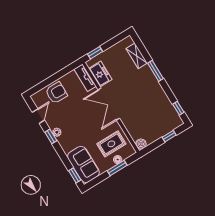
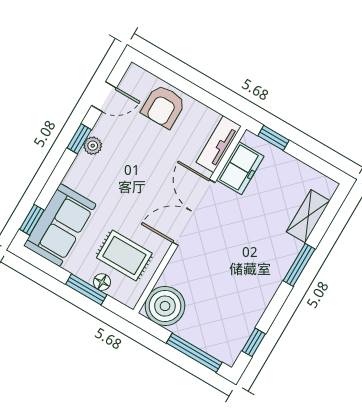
armchair: (56, 93) -> (163, 106), turned 89
window: (169, 136) -> (194, 353), width x2.17
boiler: (141, 144) -> (165, 306), width x1.86, depth x1.86

